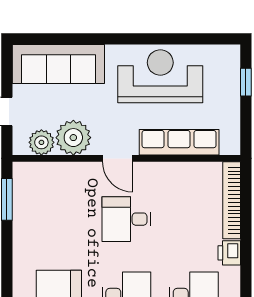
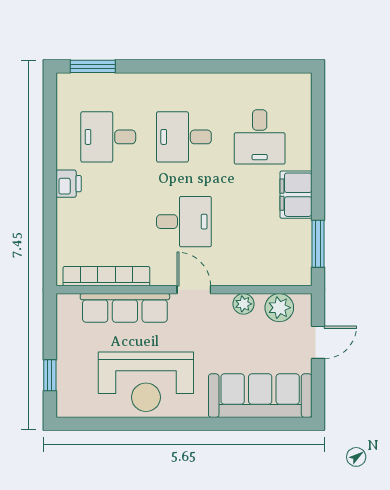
plant: (73, 138) -> (243, 304), width x0.53, depth x0.53
bookcase: (232, 200) -> (106, 276), moved, turned -90
filing cabinet: (27, 243) -> (296, 195), added

